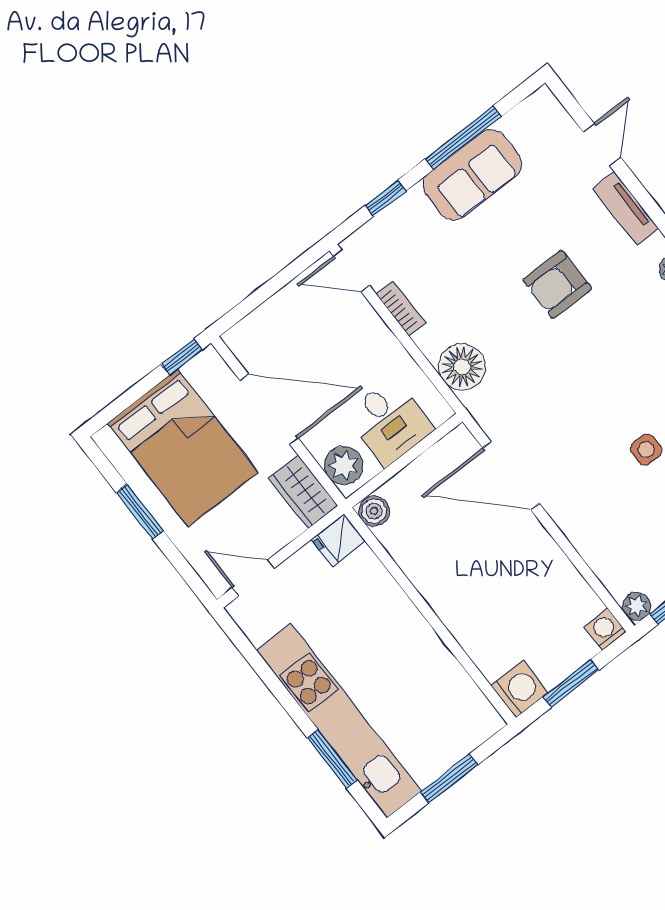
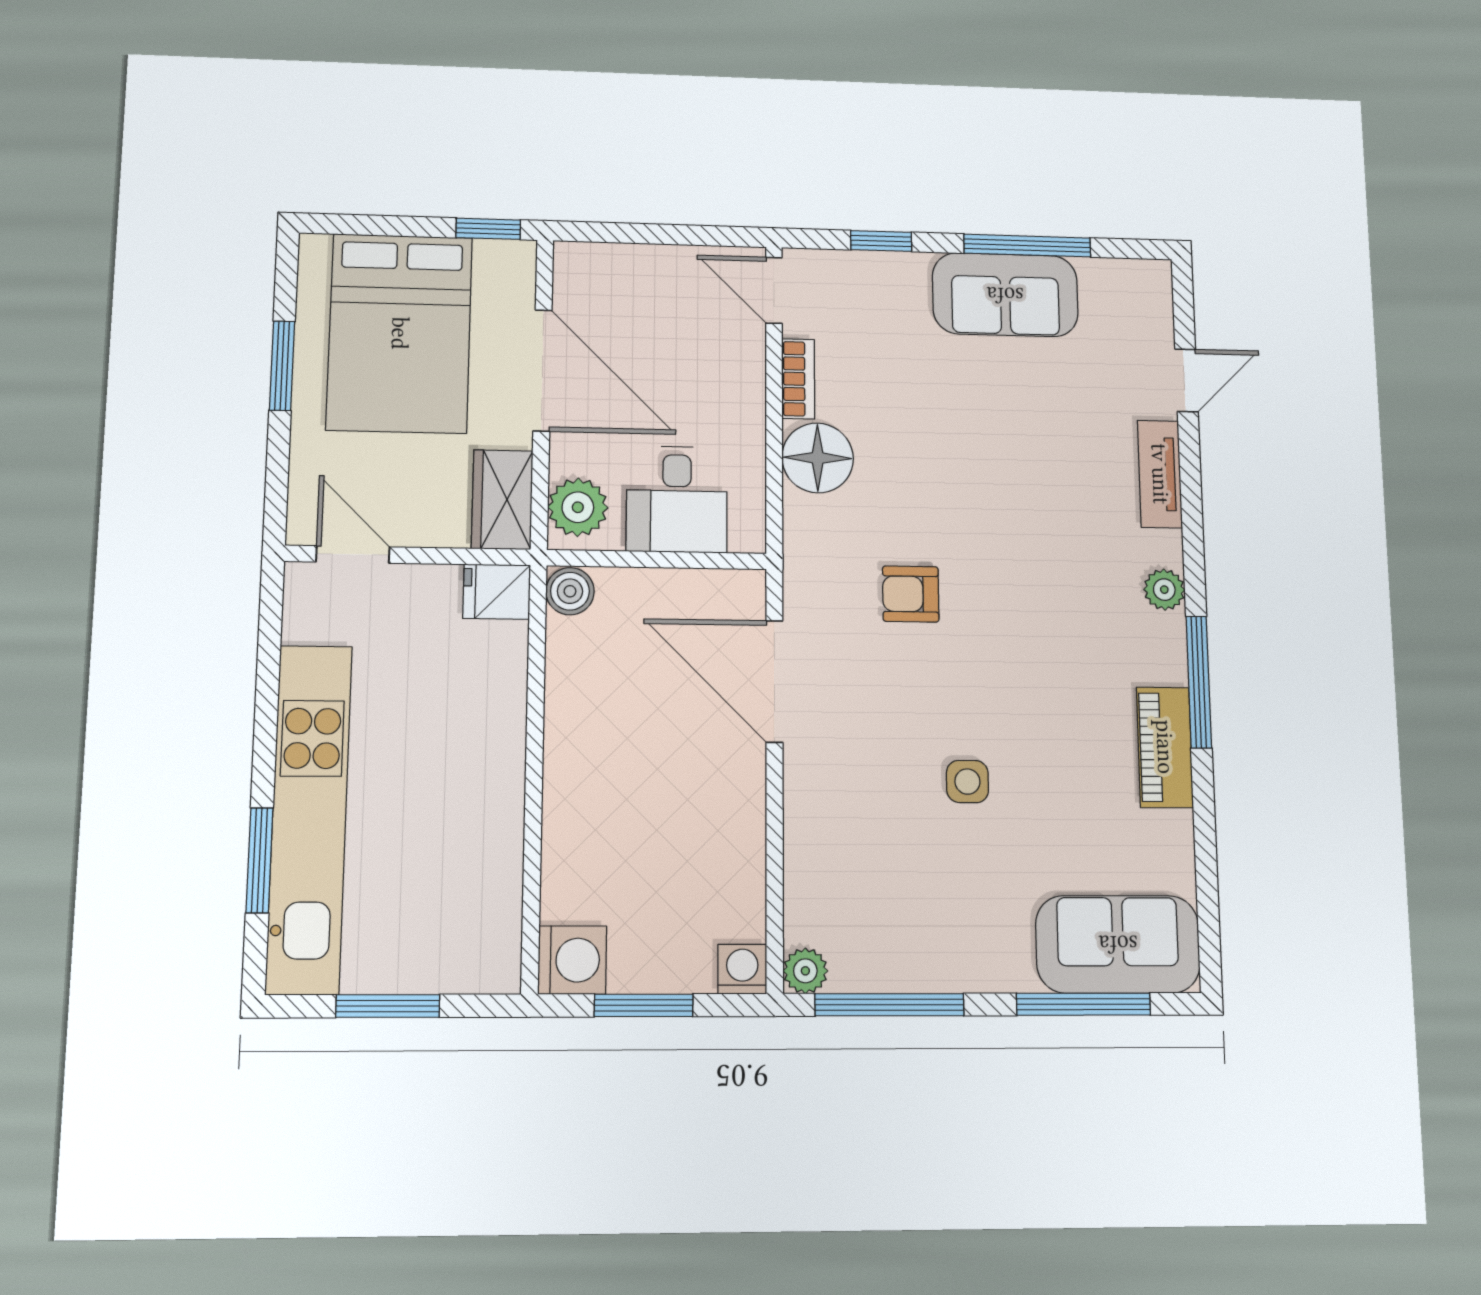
armchair: (557, 284) -> (911, 594), moved, width x0.72, depth x0.72
floor lamp: (462, 367) -> (818, 458), moved

